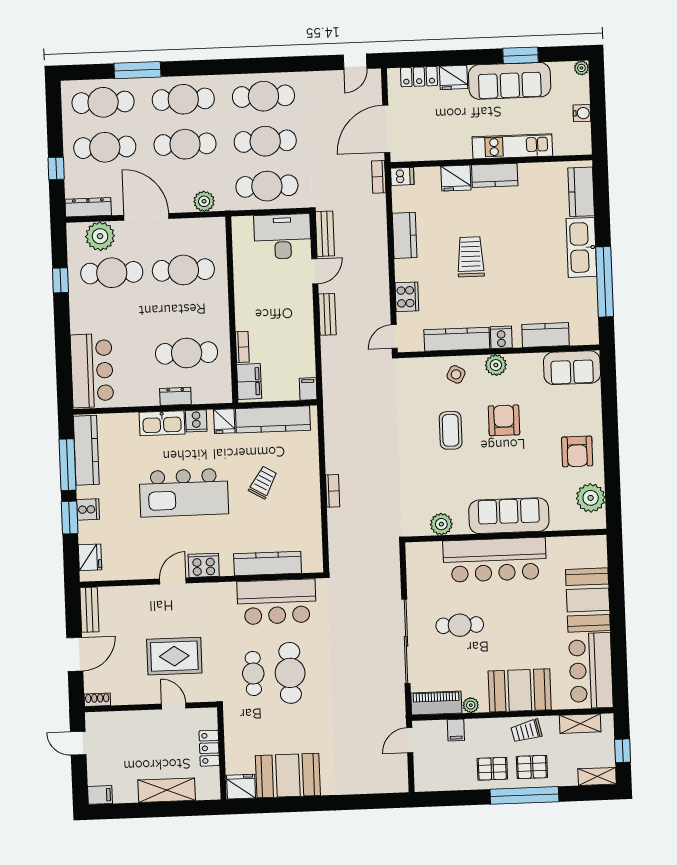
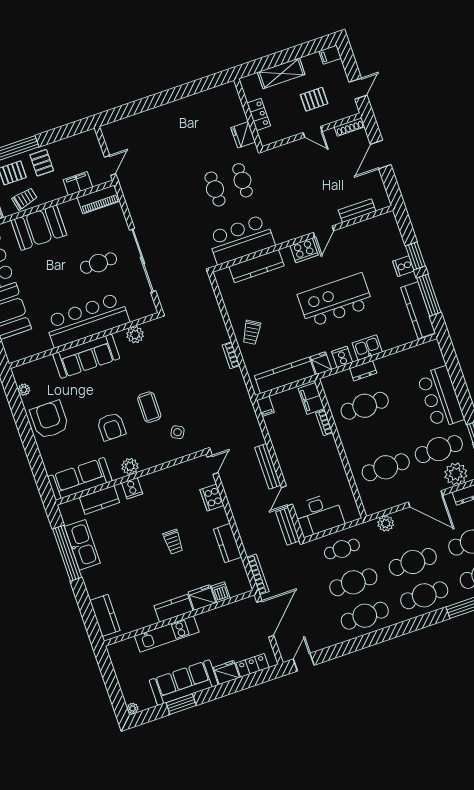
water cooler: (582, 113) -> (122, 675), removed
dishwasher: (402, 176) -> (221, 592), moved, turned 90
bookcase: (379, 177) -> (258, 574), width x1.56
cafe table: (267, 186) -> (342, 549), width x0.73, depth x0.74
kitchen sink: (581, 247) -> (82, 545), moved
trolley: (471, 257) -> (173, 542), width x0.73, depth x0.72
bench: (327, 314) -> (268, 466), width x1.36
kitchen counter: (457, 339) -> (165, 477), removed
sofa: (572, 368) -> (80, 479), width x1.36
bar counter: (92, 371) -> (441, 397), moved
side table: (456, 374) -> (177, 432), moved
kitchen sink: (162, 423) -> (367, 348), width x0.73
armchair: (577, 451) -> (50, 420), width x1.36, depth x1.36
trolley: (263, 482) -> (252, 332), moved
bookcase: (333, 491) -> (231, 355), moved
plant: (591, 498) -> (24, 390), width x0.53, depth x0.53
fridge: (90, 557) -> (391, 231), removed
bench: (89, 610) -> (357, 211), moved, turned 90
sliding door: (406, 641) -> (143, 260), moved
rug: (174, 656) -> (306, 176), removed
cafe table: (290, 673) -> (215, 189), width x0.73, depth x0.74
shoe rack: (97, 700) -> (349, 127), width x1.43
plant: (471, 705) -> (72, 206), removed
door: (174, 706) -> (313, 132), moved
filing cabinet: (456, 730) -> (78, 183), width x2.00
door: (78, 743) -> (358, 89), hinge flipped
pallet: (136, 746) -> (314, 99), added
pallet: (492, 769) -> (42, 163), turned 90
booth: (288, 776) -> (194, 112), removed
fridge: (241, 787) -> (243, 135), moved, turned 90

